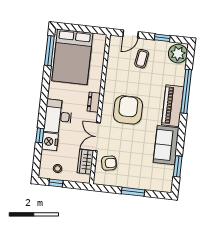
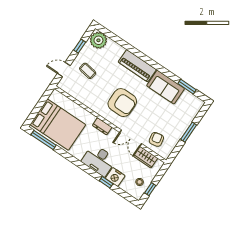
door: (131, 34) -> (64, 70), swing flipped
window: (186, 91) -> (131, 49), removed
armchair: (128, 110) -> (122, 103), turned 180

